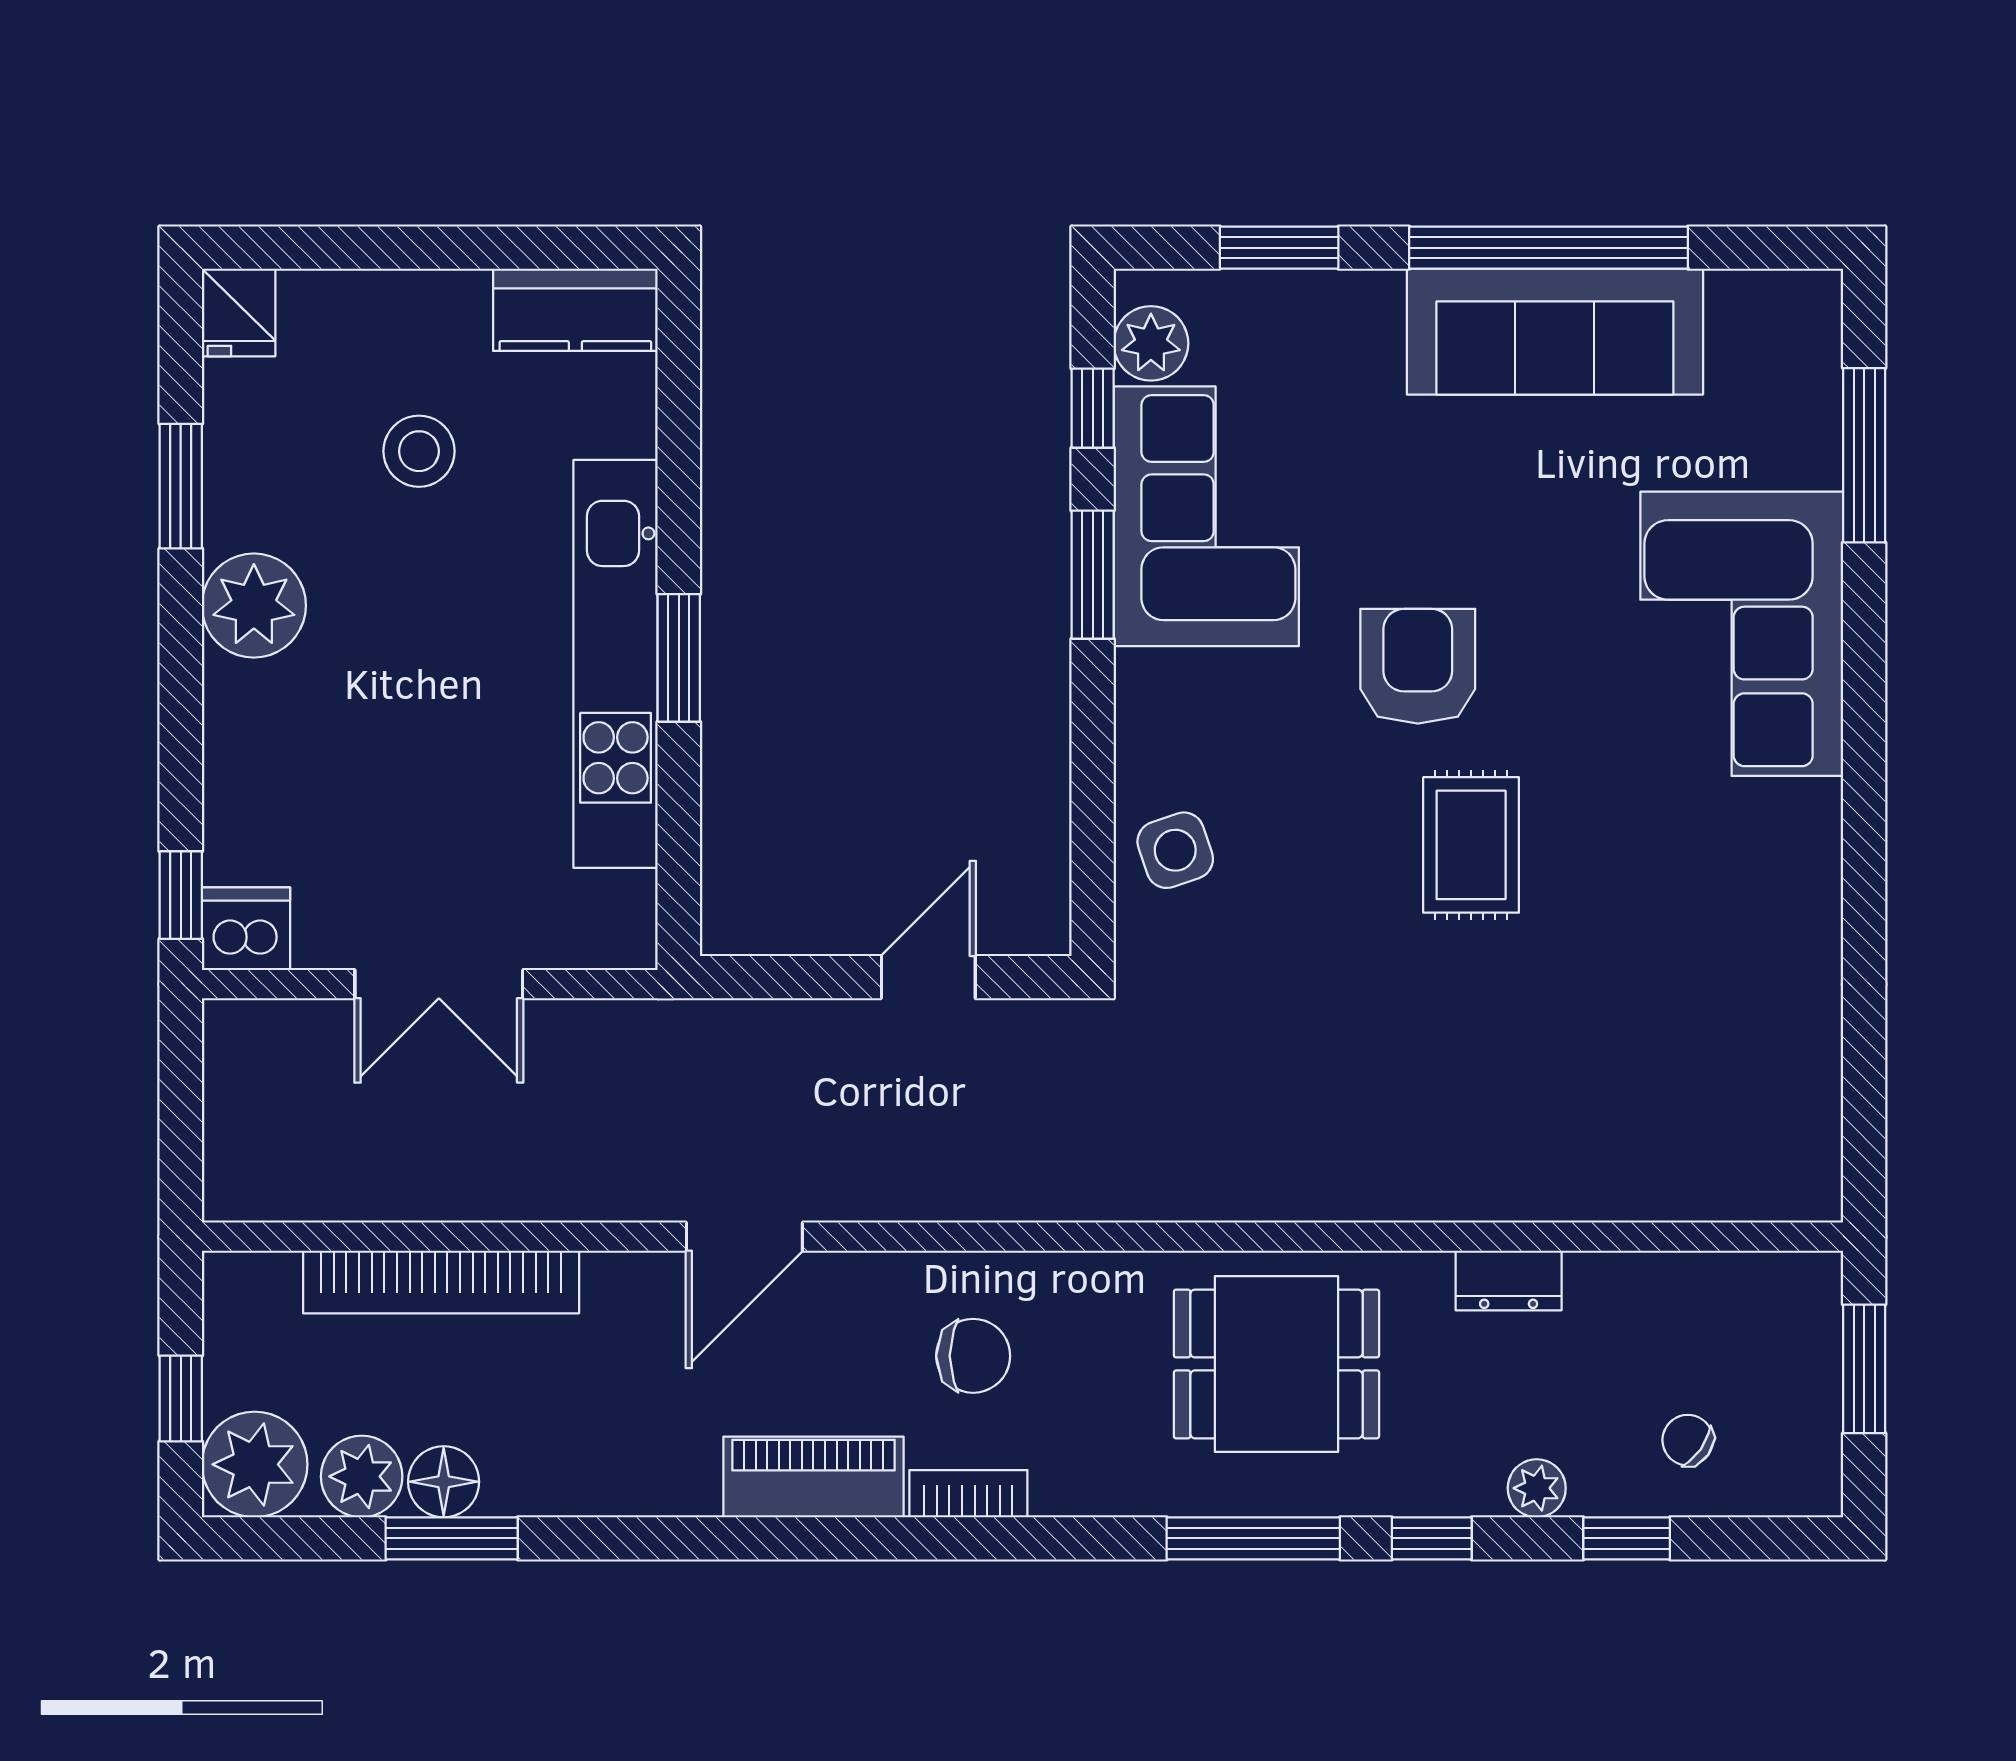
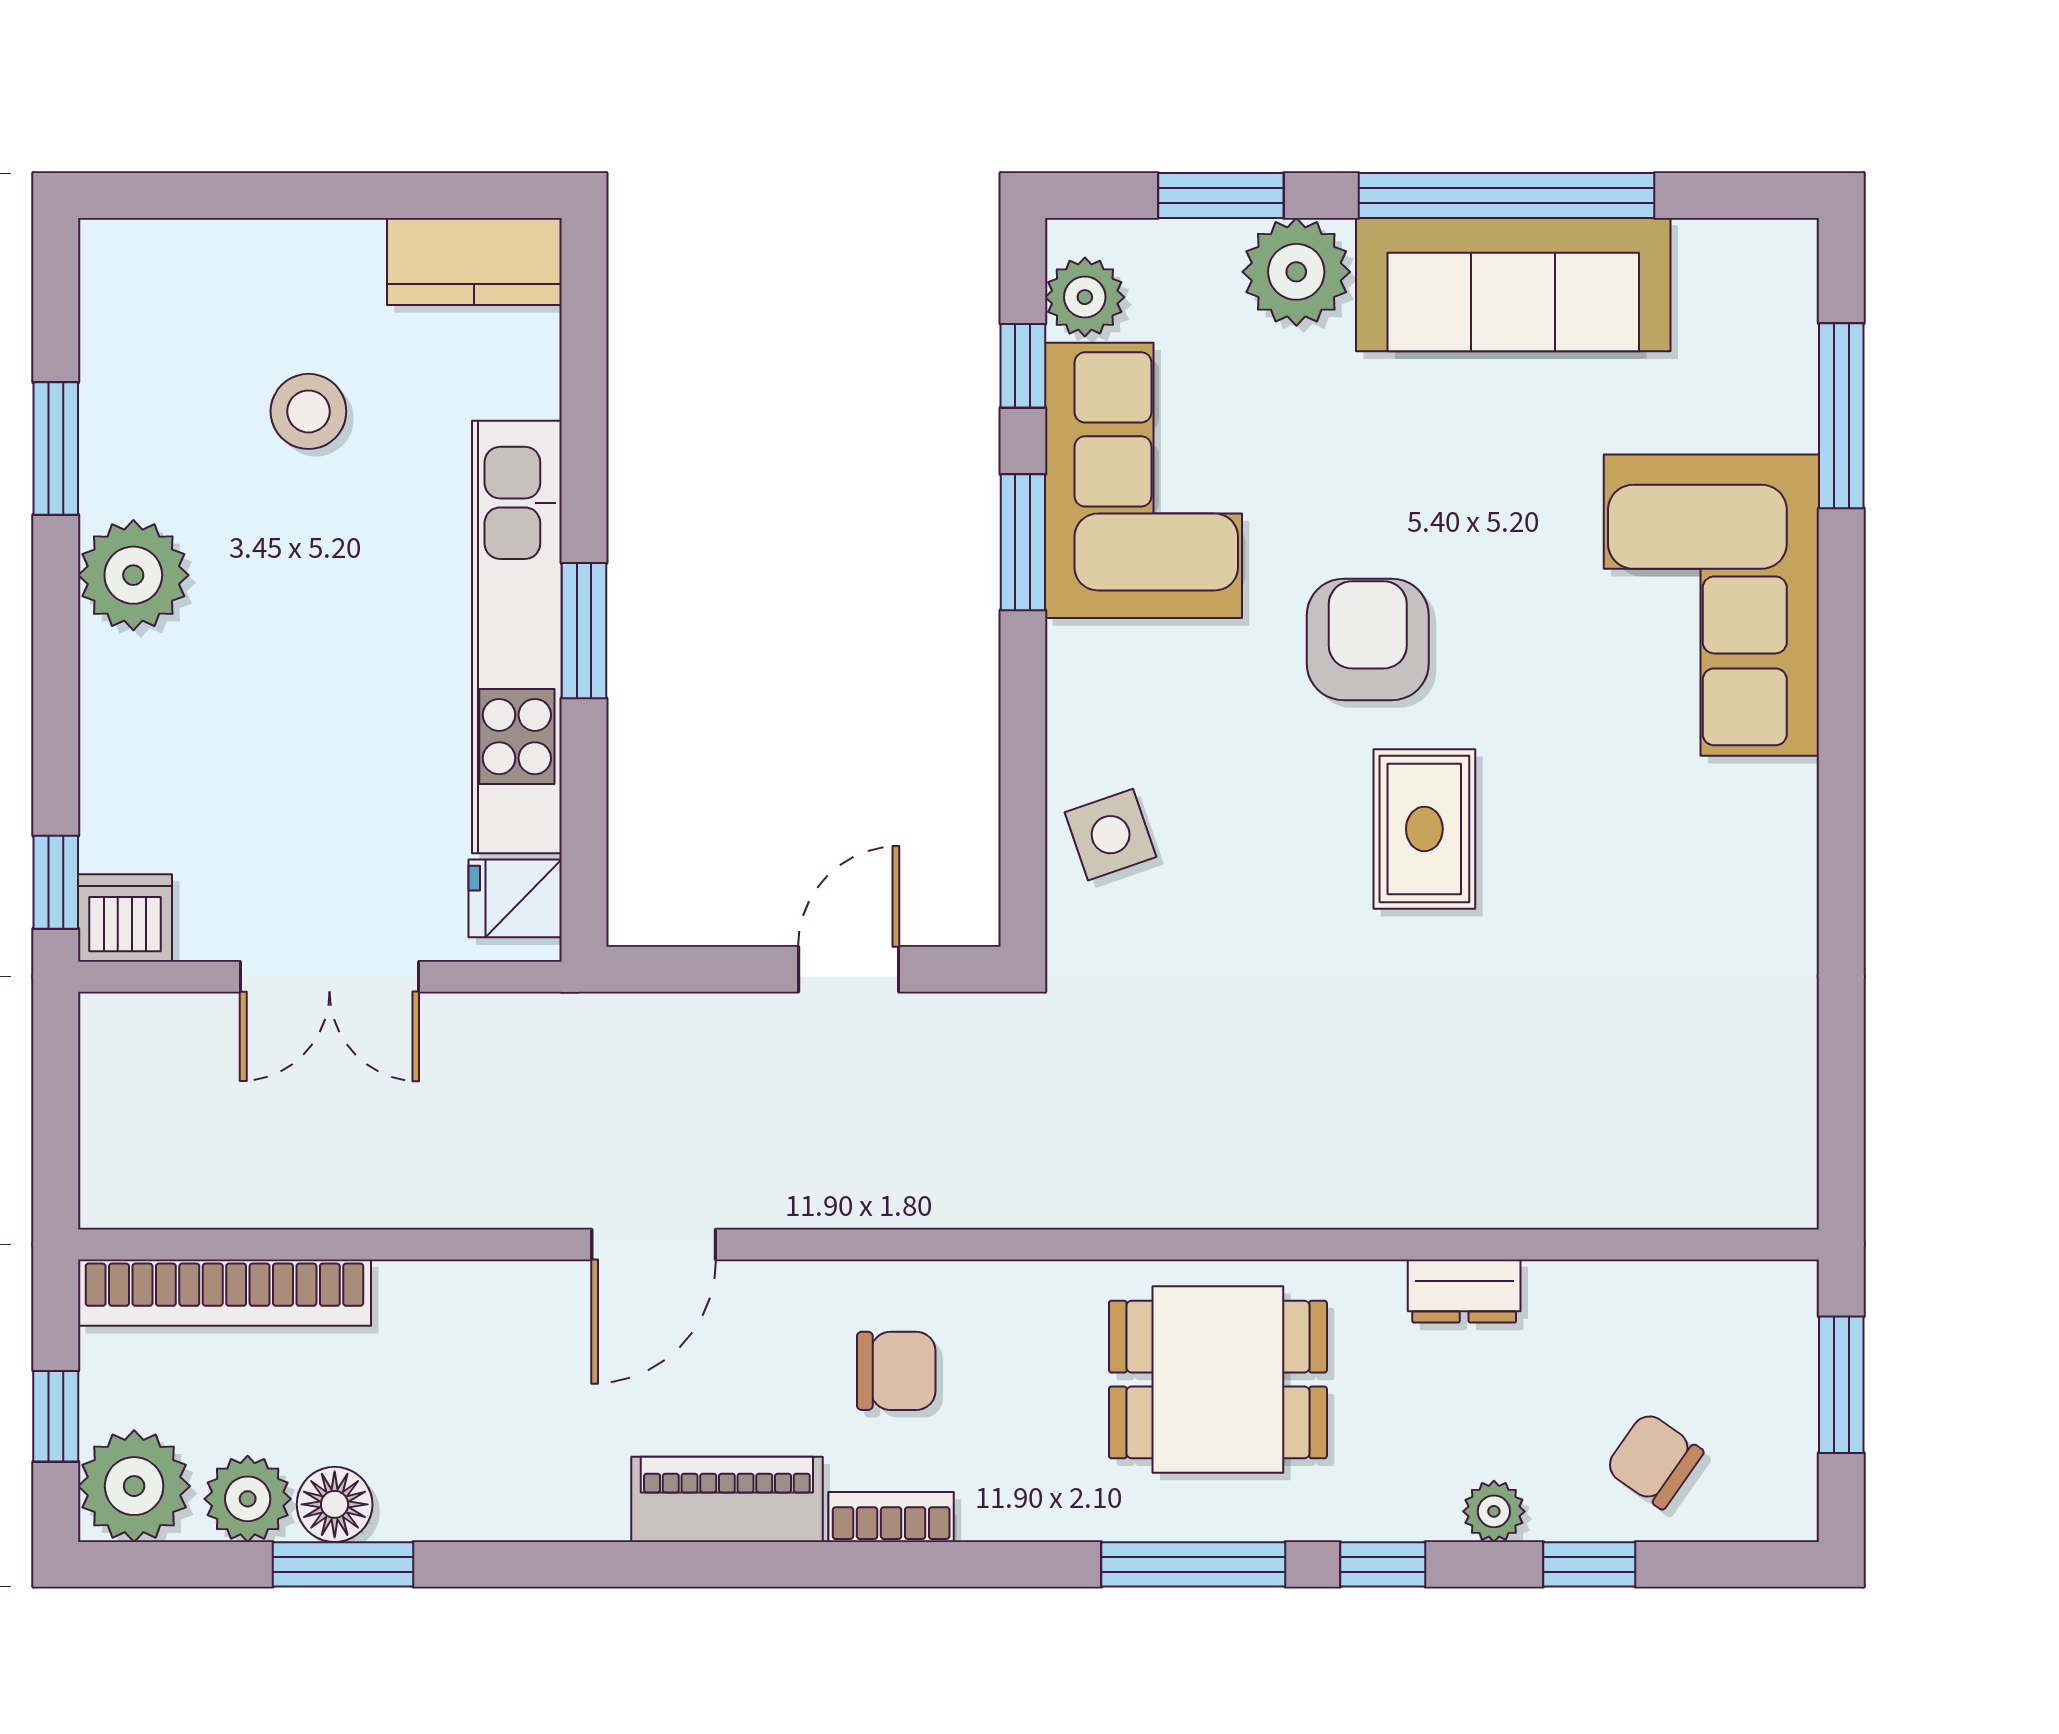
fridge: (239, 313) -> (515, 898), moved, turned 90
plant: (1350, 320) -> (1296, 272), added
bookcase: (441, 1282) -> (224, 1293), moved
chair: (1688, 1440) -> (1654, 1460), width x1.37, depth x1.37

